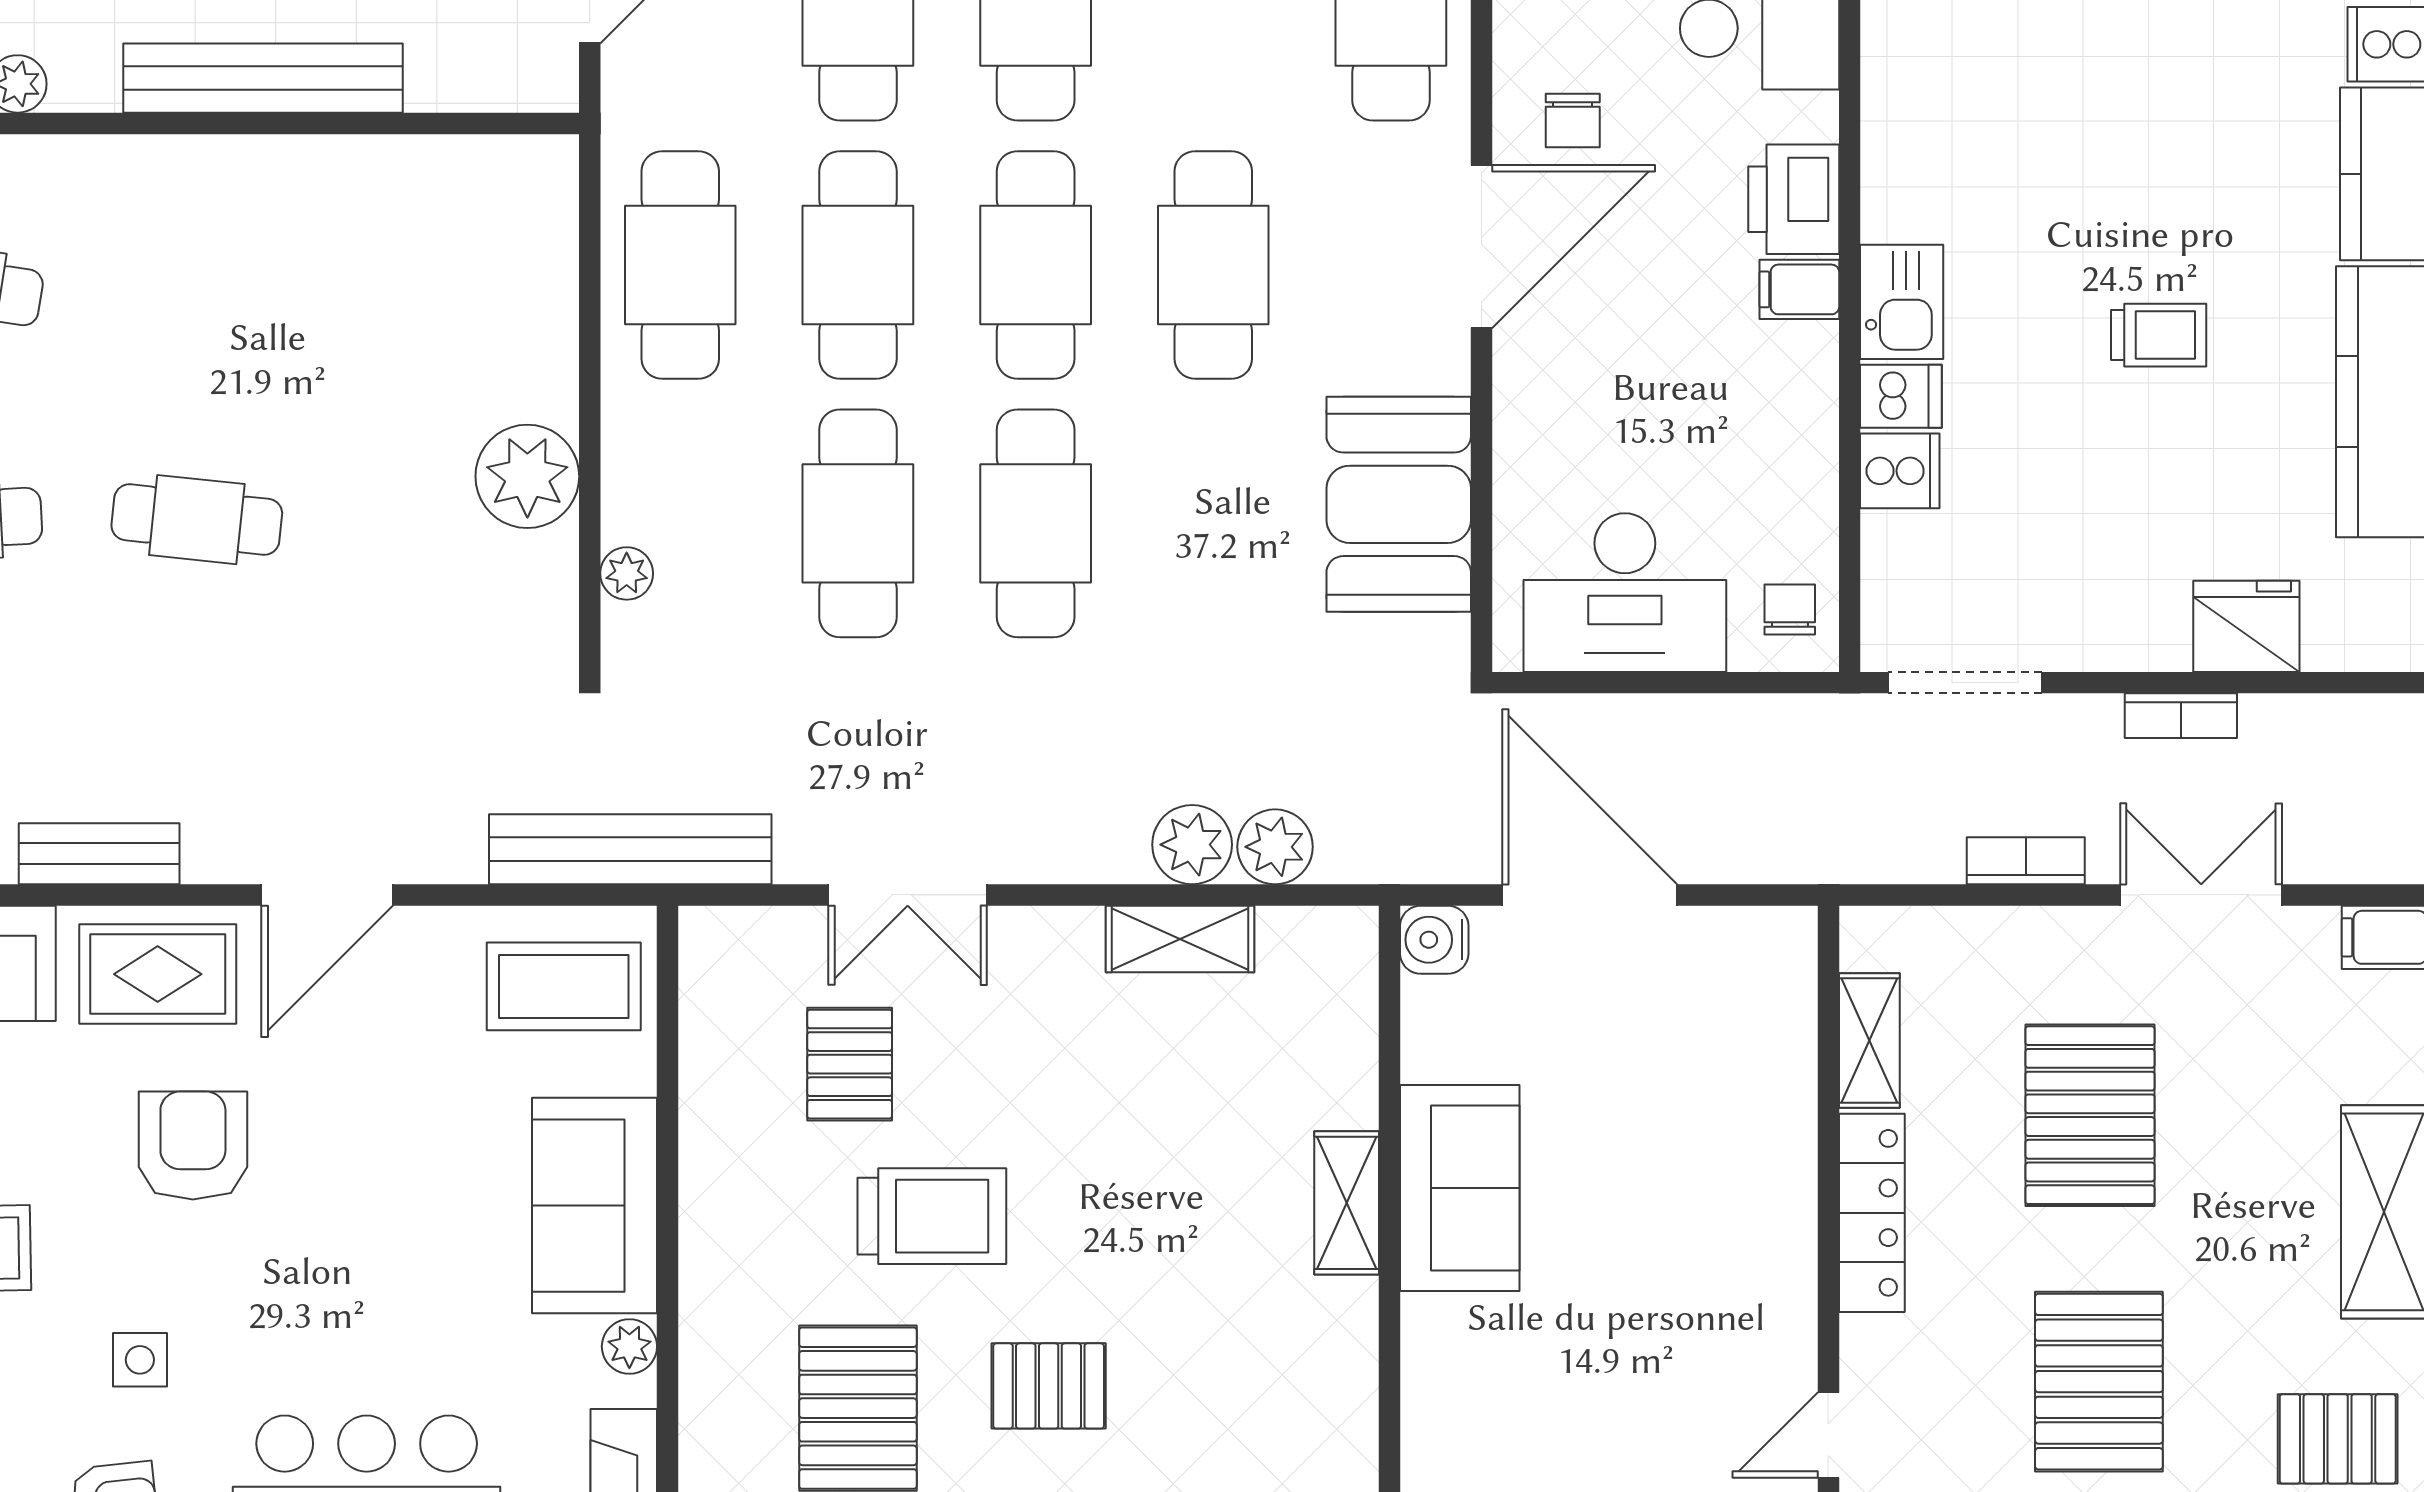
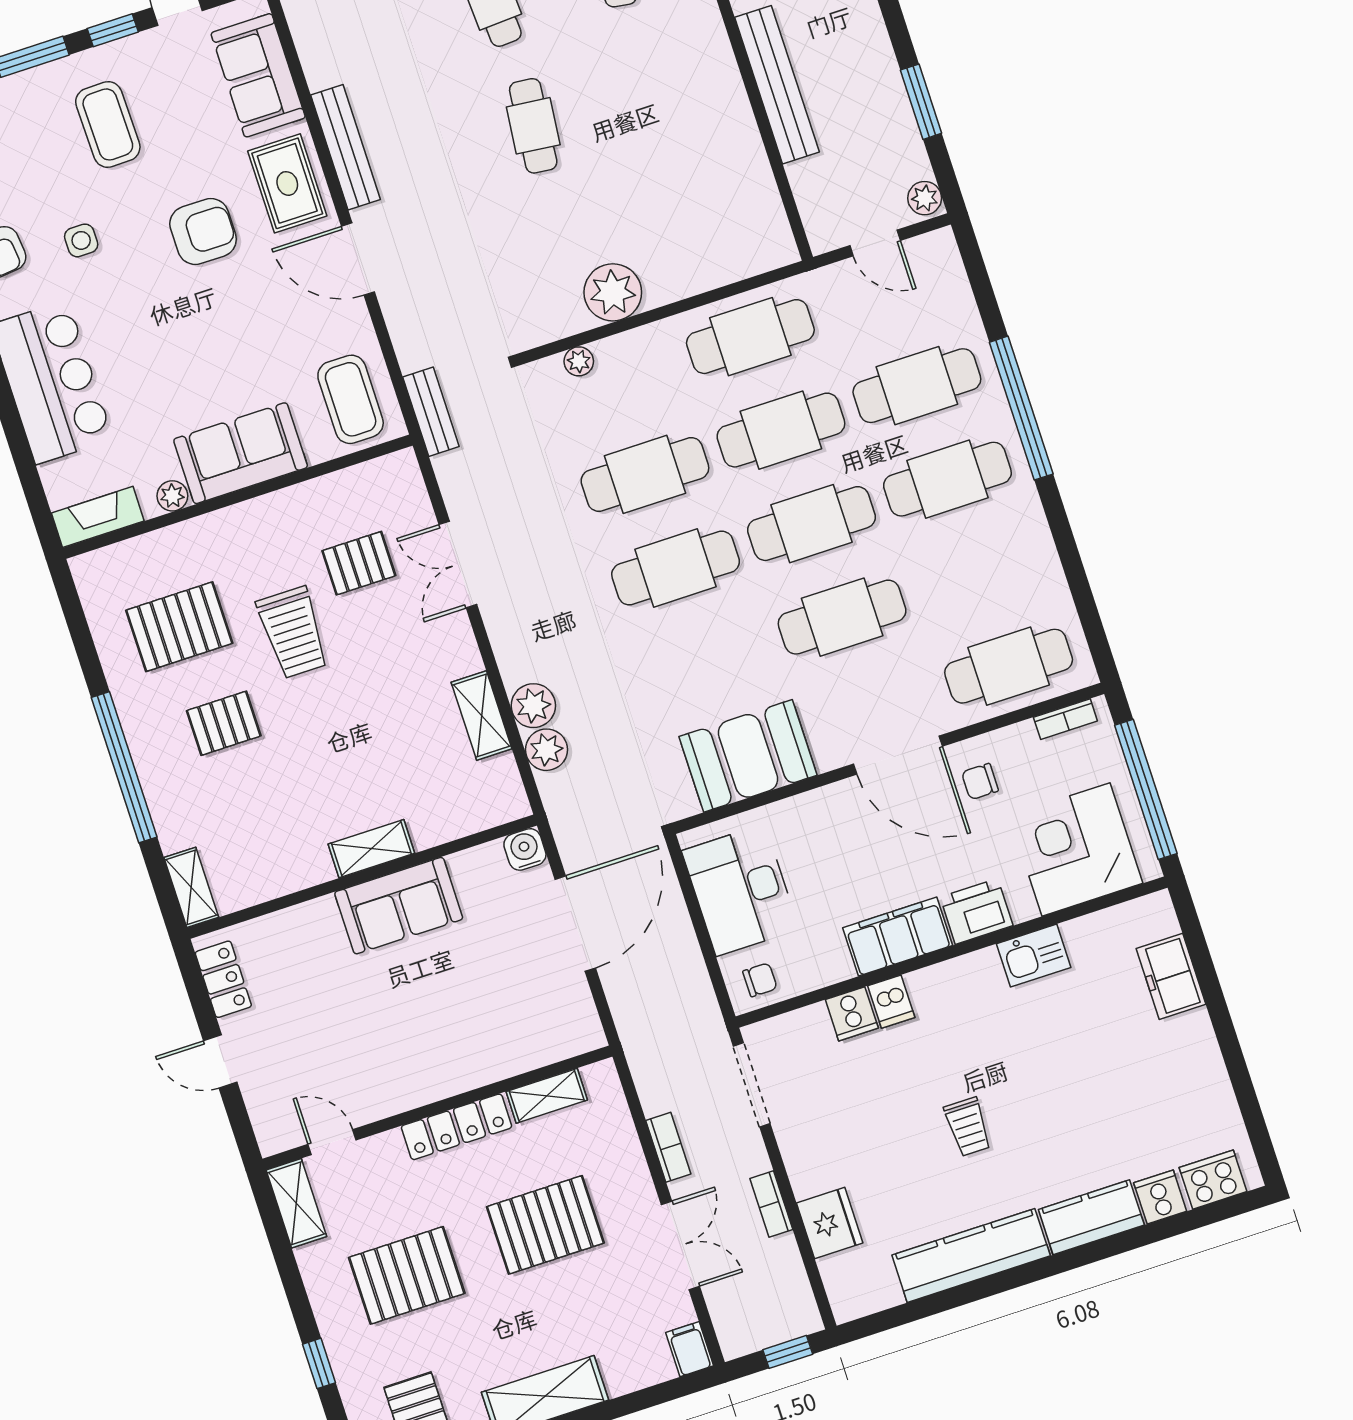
filing cabinet: (1799, 289) -> (898, 937), width x3.00, depth x1.17
kitchen sink: (1902, 302) -> (1034, 956), moved
bench: (630, 849) -> (431, 412), width x0.54, depth x0.82
bench: (99, 854) -> (346, 147), width x1.36
pallet: (1049, 1386) -> (224, 723), turned 90

